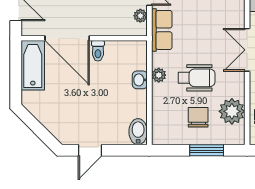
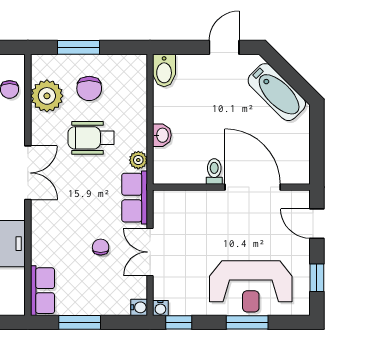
plant: (140, 16) -> (161, 215), removed
bathtub: (33, 65) -> (277, 92), moved, turned -45
plant: (159, 75) -> (138, 160), moved

